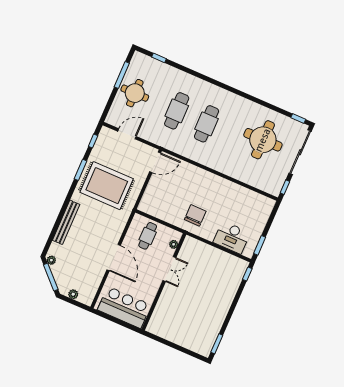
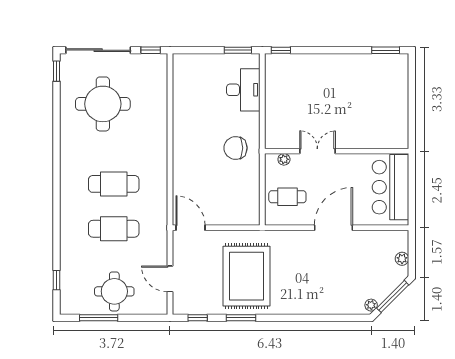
bench: (66, 222) -> (315, 307), removed

